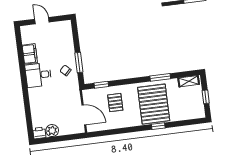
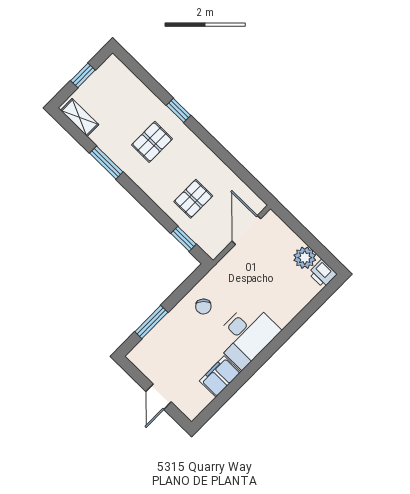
window: (79, 63) -> (151, 322), moved
desk: (38, 75) -> (246, 335), width x1.37
pallet: (154, 104) -> (152, 142), width x0.49, depth x0.50

